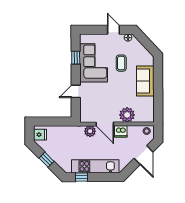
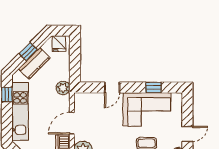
door: (76, 91) -> (112, 87), swing flipped
plant: (90, 131) -> (63, 88), moved
kitchen counter: (56, 155) -> (34, 63), added

